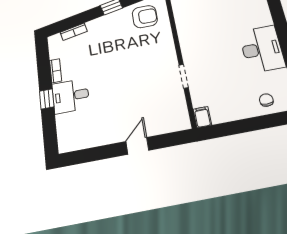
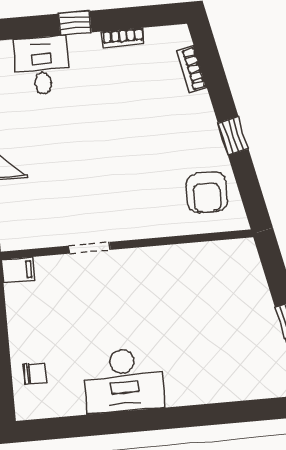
desk: (71, 96) -> (42, 65), moved

